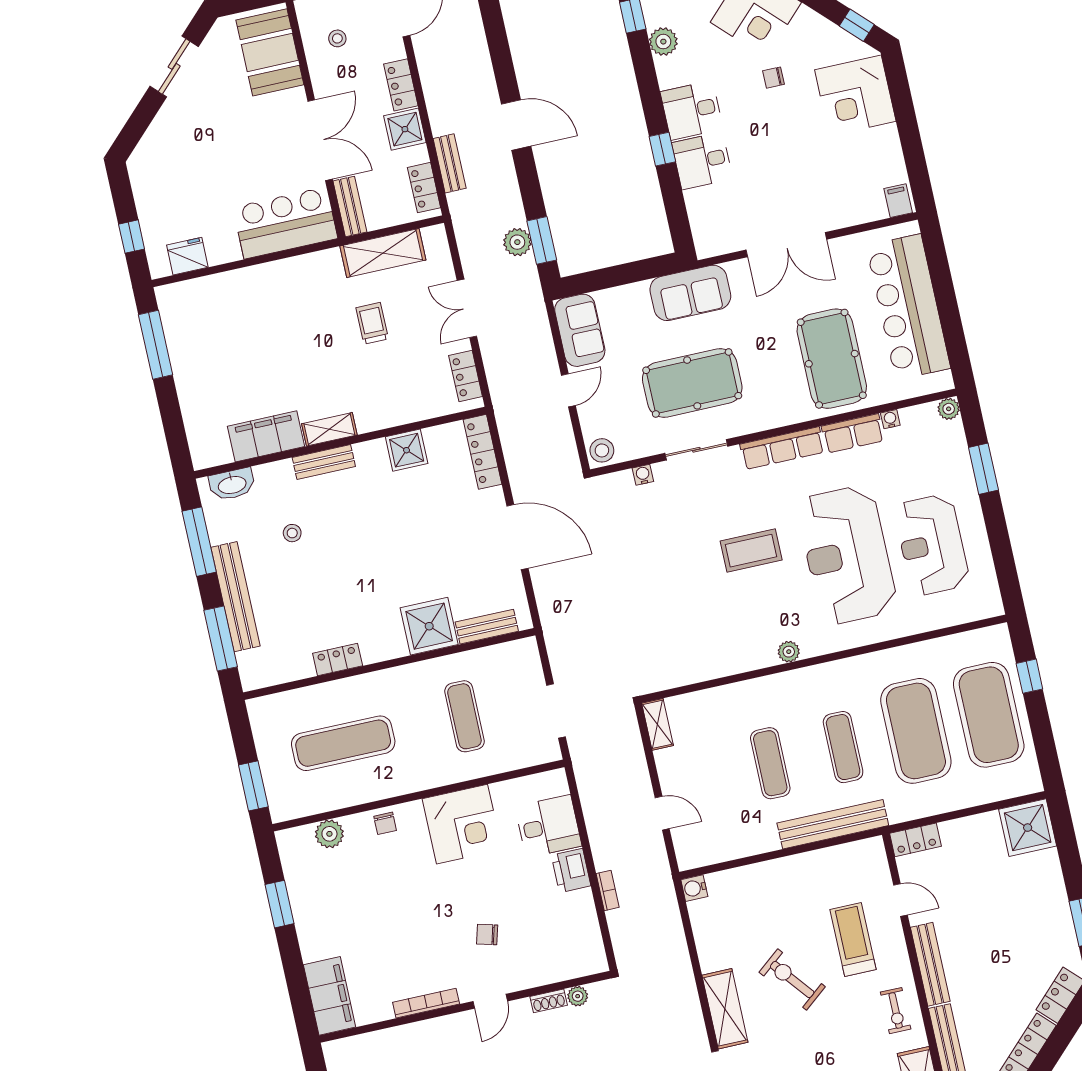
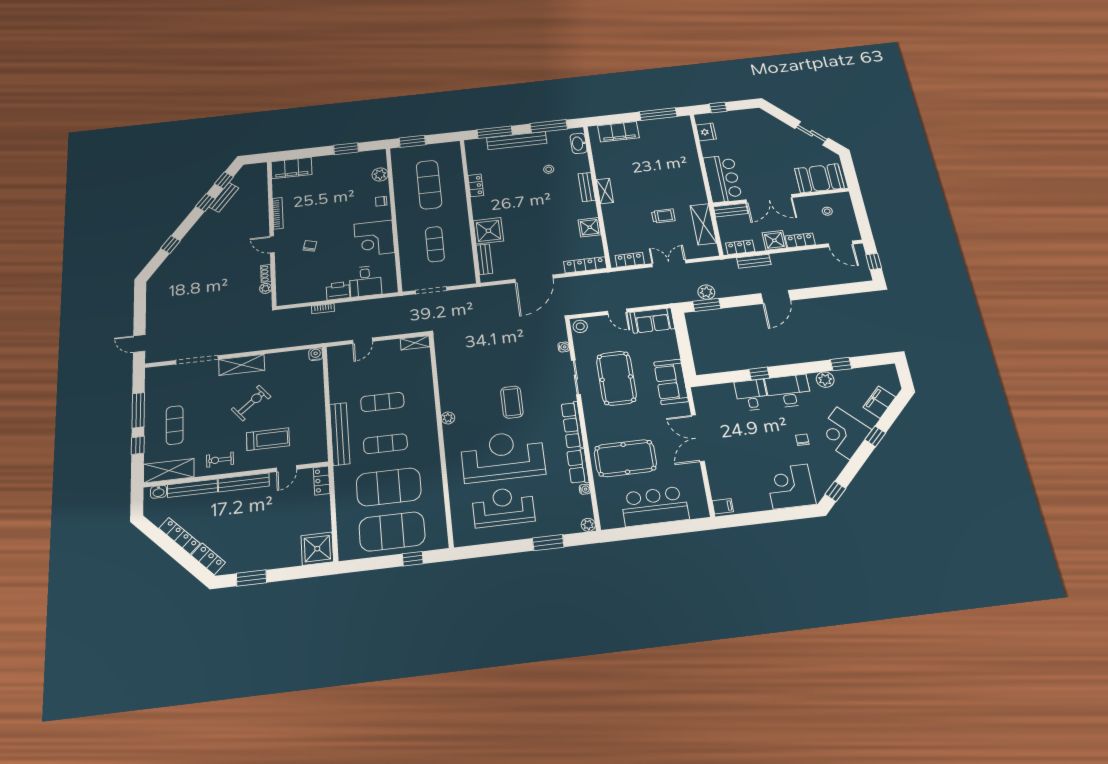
desk: (692, 110) -> (788, 391), width x1.37
bar counter: (908, 307) -> (655, 506), width x0.73
filing cabinet: (266, 436) -> (618, 132), moved, turned 90
exercise mat: (464, 716) -> (435, 244), turned 90

